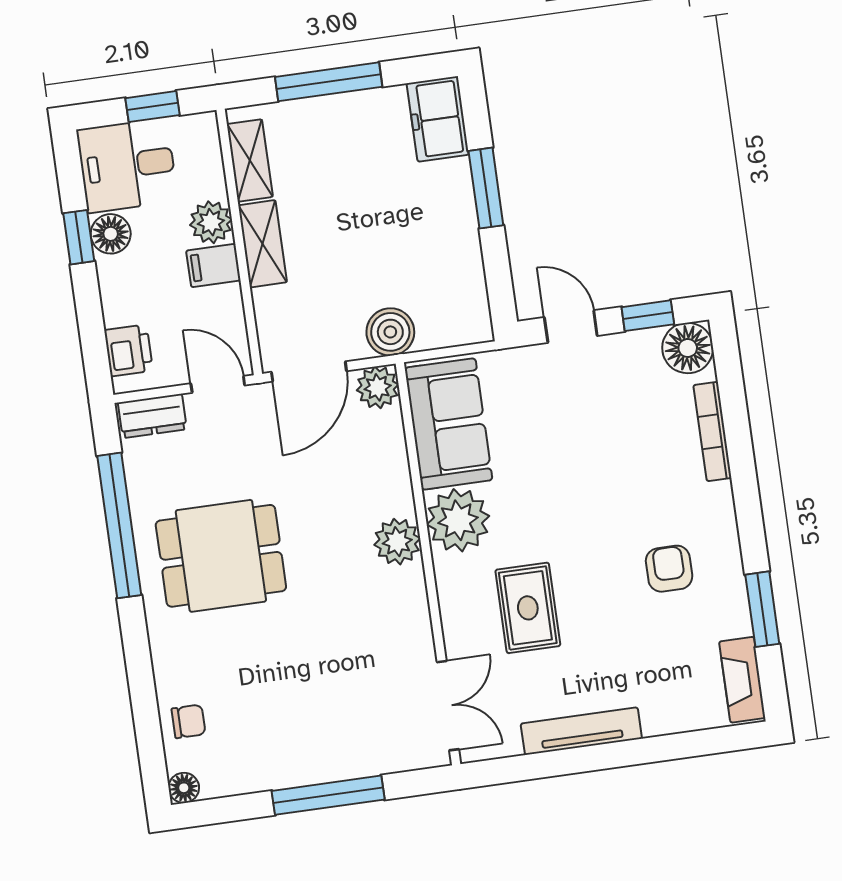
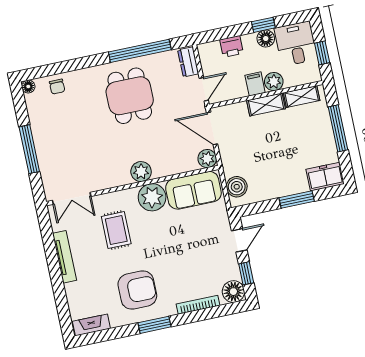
boiler: (390, 332) -> (237, 187), moved
printer: (129, 350) -> (232, 46), moved
armchair: (669, 569) -> (137, 290), width x1.88, depth x1.88
rug: (528, 608) -> (116, 230), turned 90
window: (762, 609) -> (154, 325), moved

